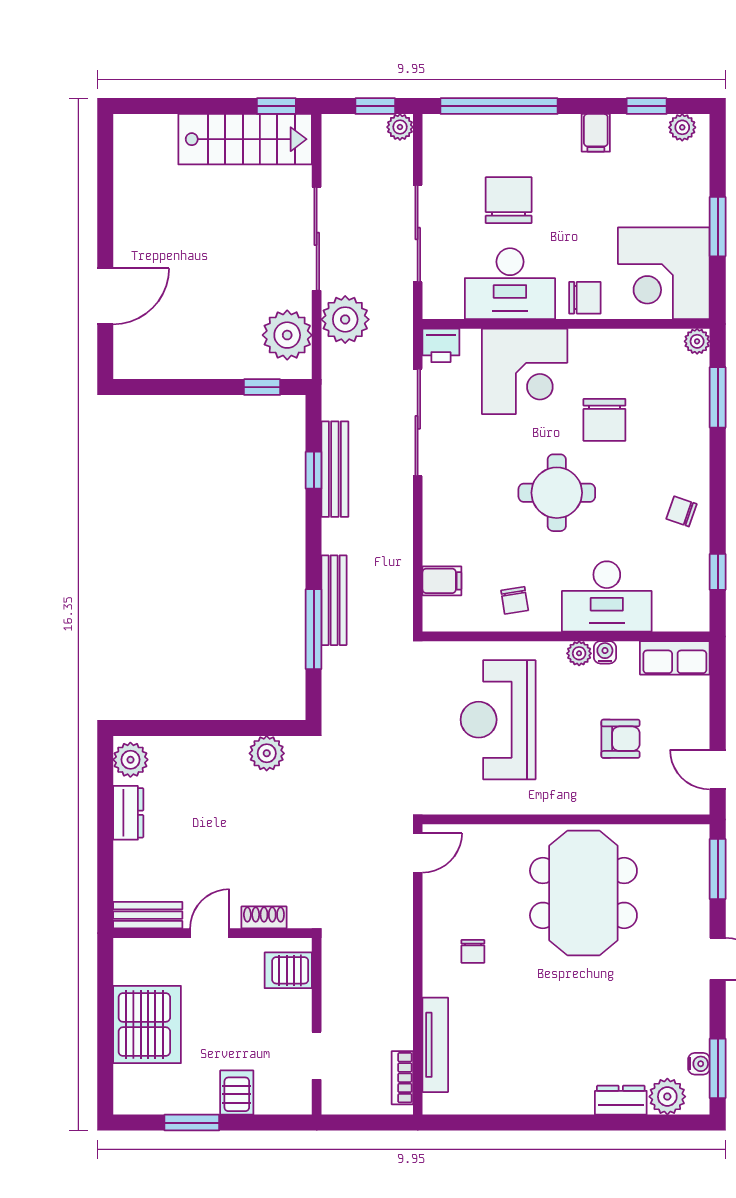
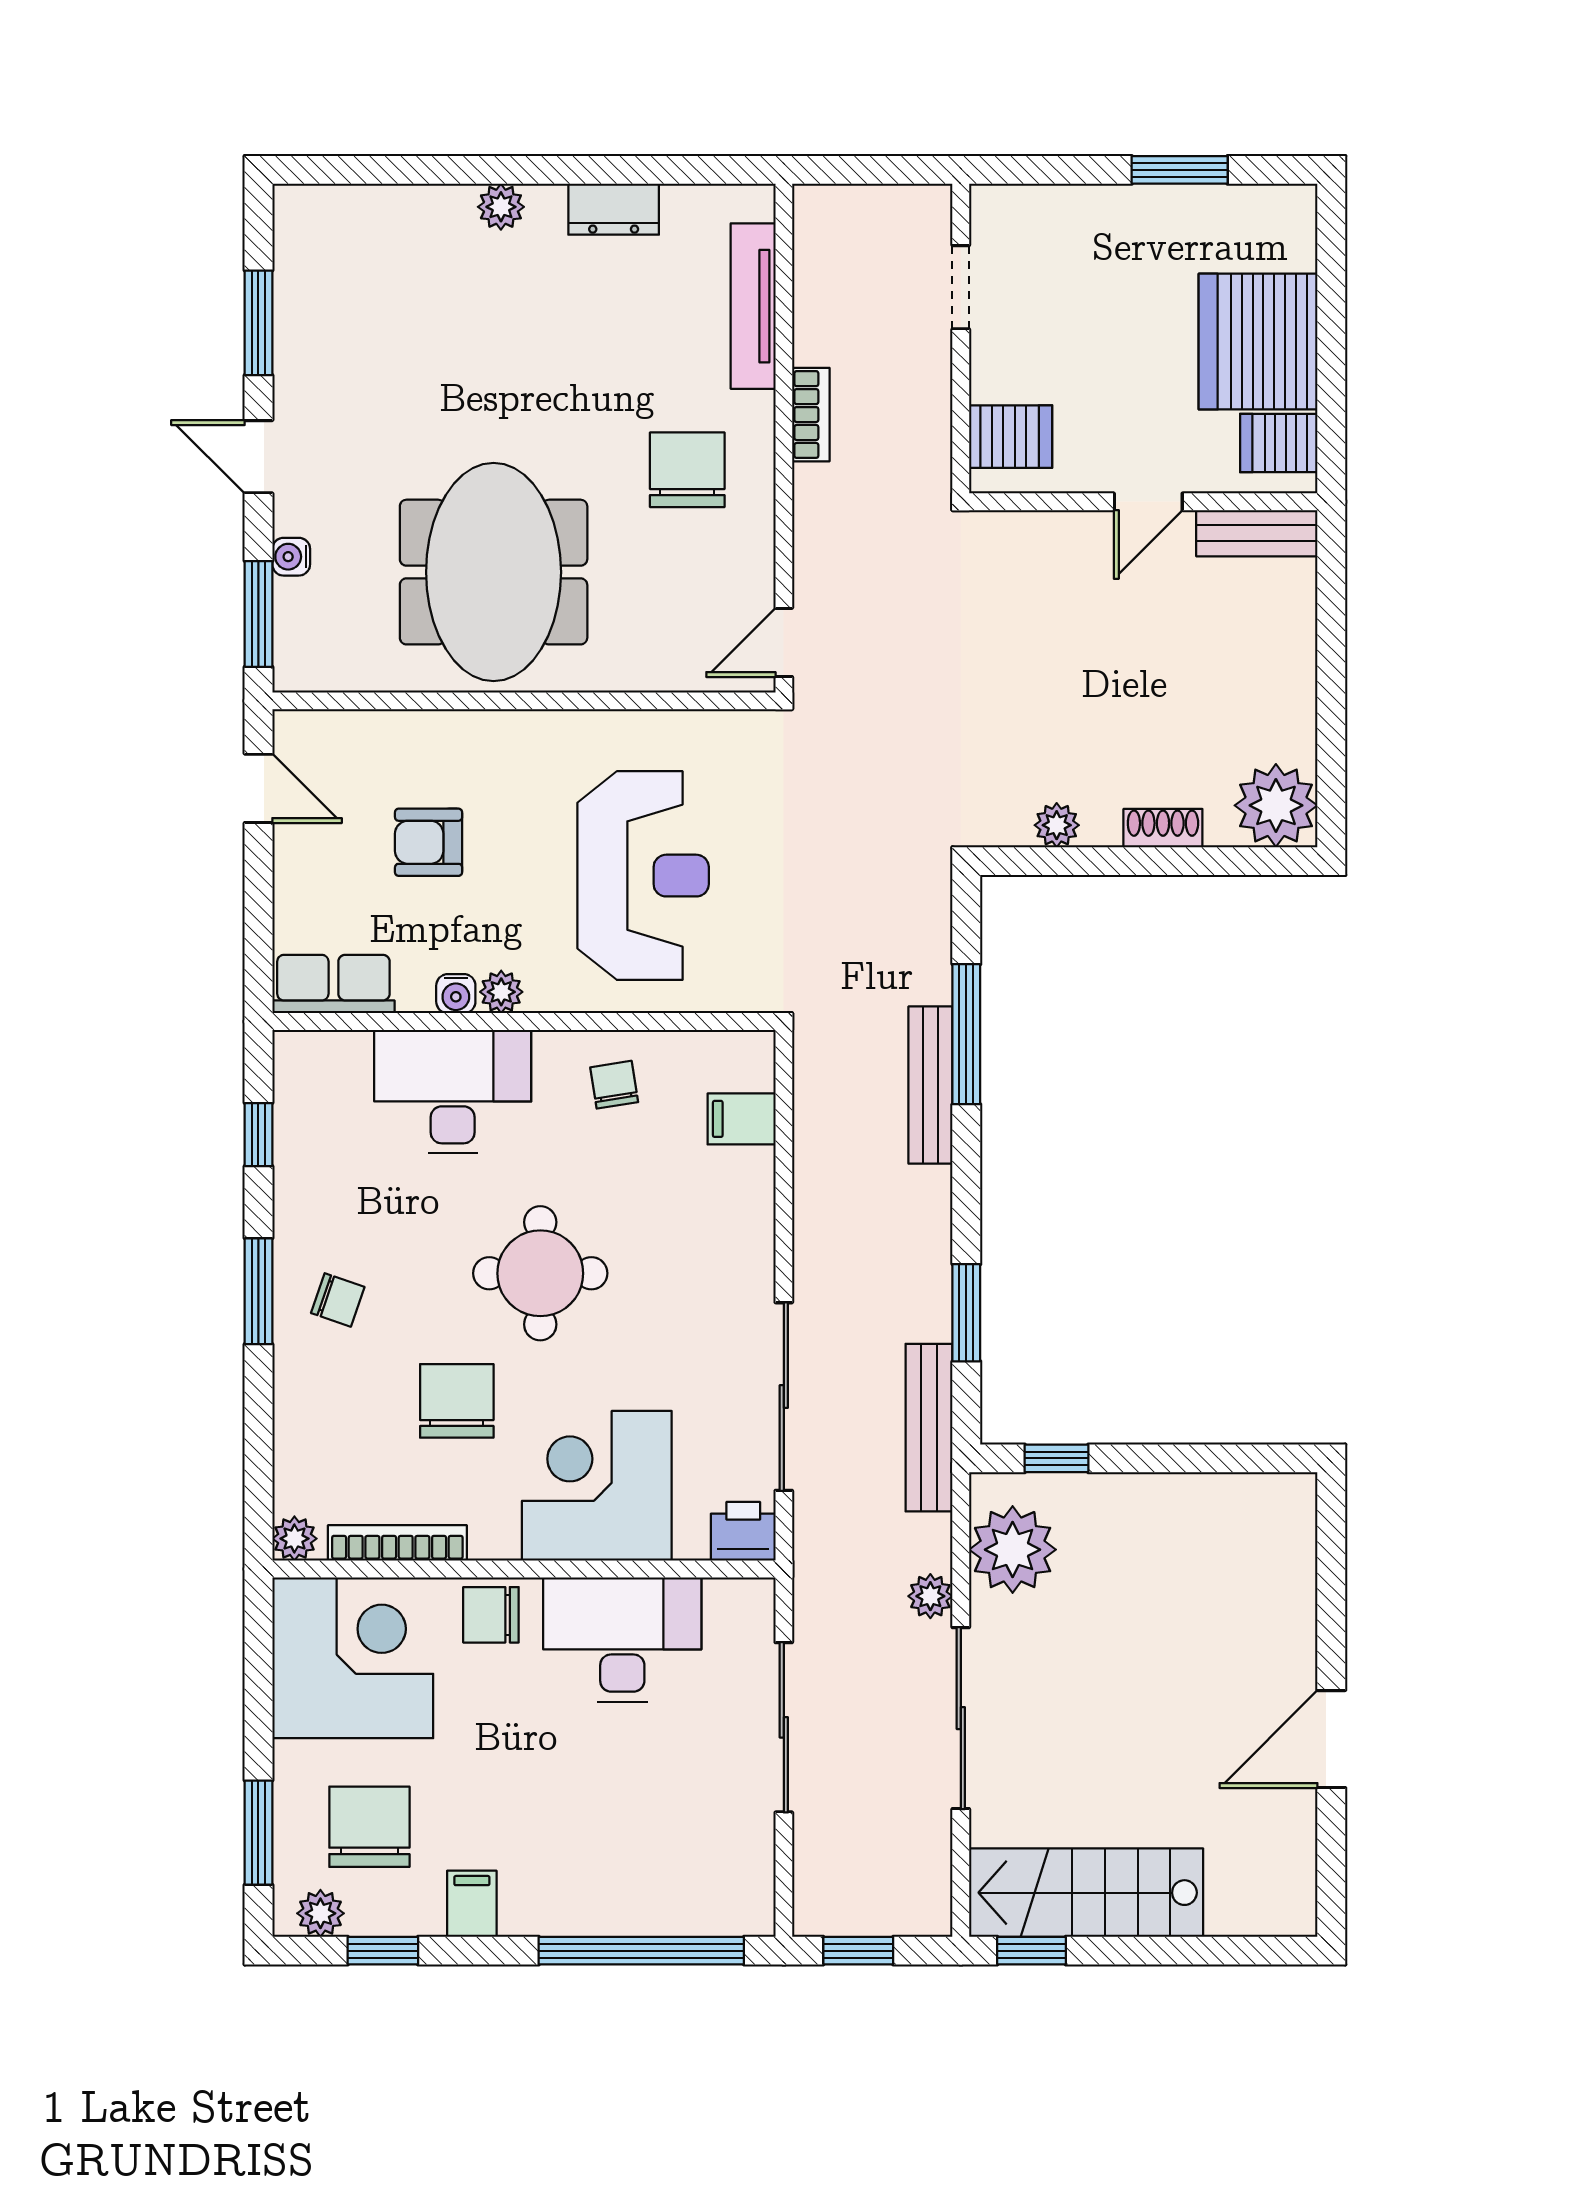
plant: (400, 127) -> (815, 1914), removed
chair: (509, 200) -> (369, 1827), moved, turned 180
window: (718, 227) -> (258, 1833), moved
door: (105, 296) -> (1331, 1739), moved
plant: (345, 319) -> (930, 1596), width x0.53, depth x0.53
bookcase: (638, 339) -> (397, 1543), added
window: (718, 397) -> (258, 1291), moved
bench: (335, 469) -> (929, 1428), moved
window: (314, 470) -> (966, 1313), width x1.50
chair: (682, 511) -> (338, 1300), moved
plant: (267, 753) -> (1057, 825), width x0.73, depth x0.73
plant: (130, 760) -> (1276, 805), width x1.36, depth x1.36
dresser: (128, 813) -> (1291, 713), removed
shoe rack: (264, 917) -> (1163, 828), moved, turned 180
chair: (473, 951) -> (687, 470), width x1.87, depth x1.87
water cooler: (699, 1064) -> (291, 557), moved
window: (718, 1068) -> (258, 323), moved
bookcase: (402, 1078) -> (811, 415), moved
server rack: (237, 1093) -> (1279, 443), moved, turned 90
plant: (667, 1097) -> (501, 207), moved, width x0.73, depth x0.73
dresser: (621, 1100) -> (614, 209), moved

